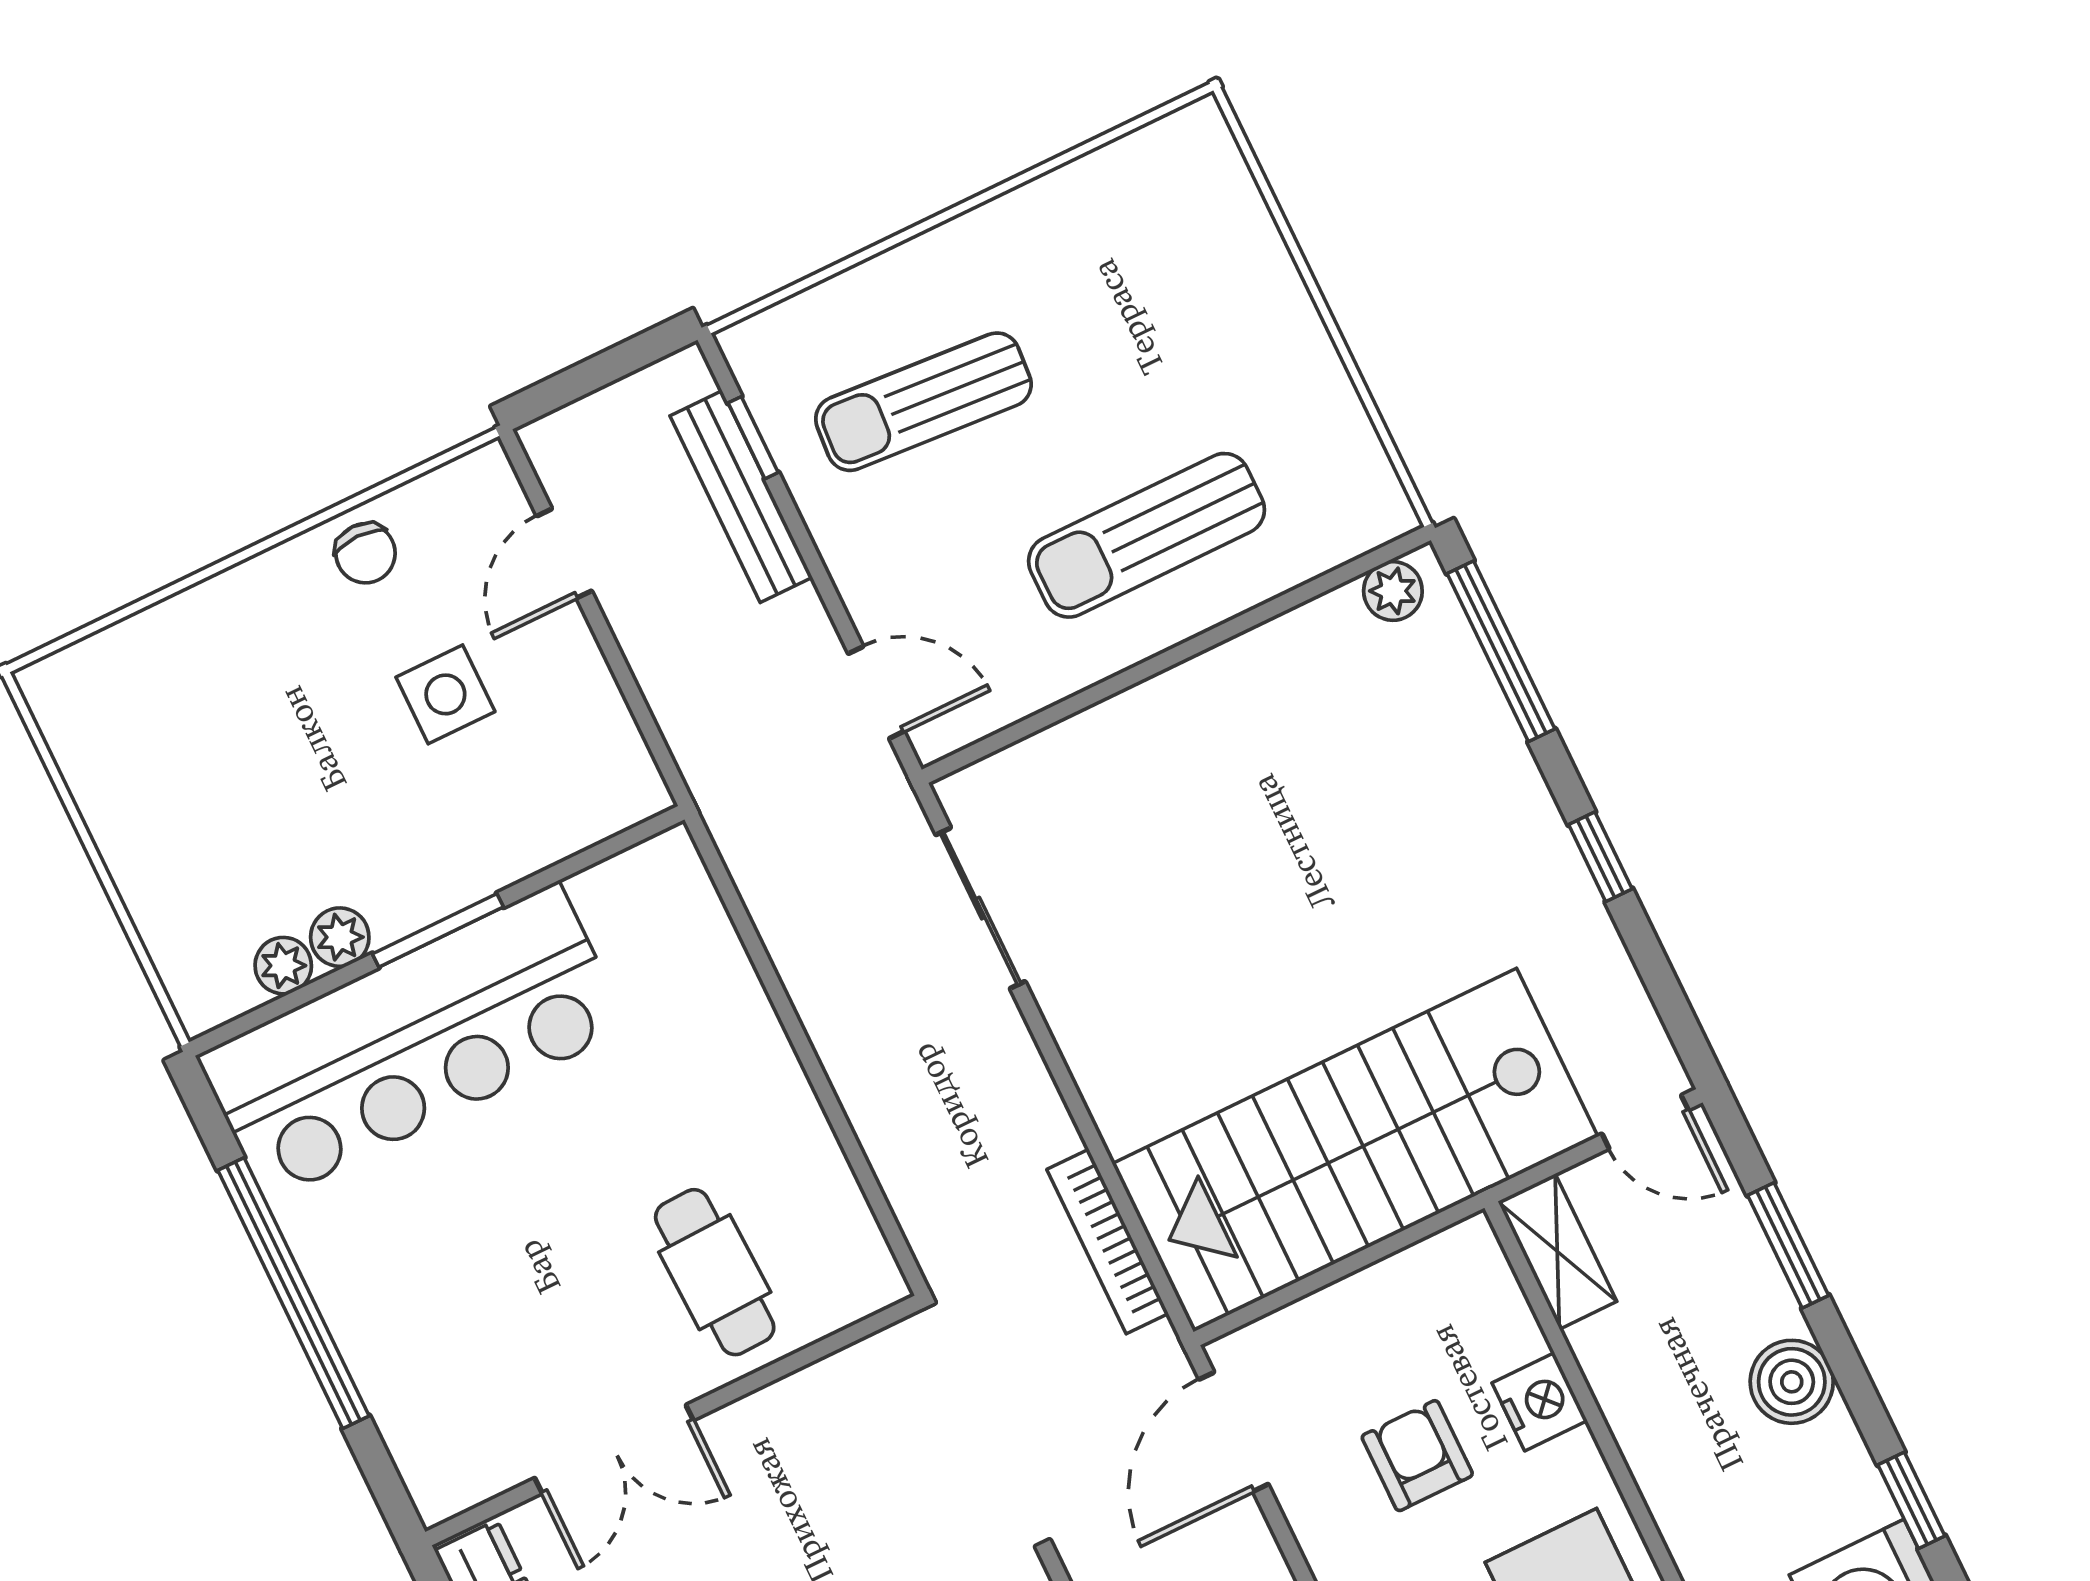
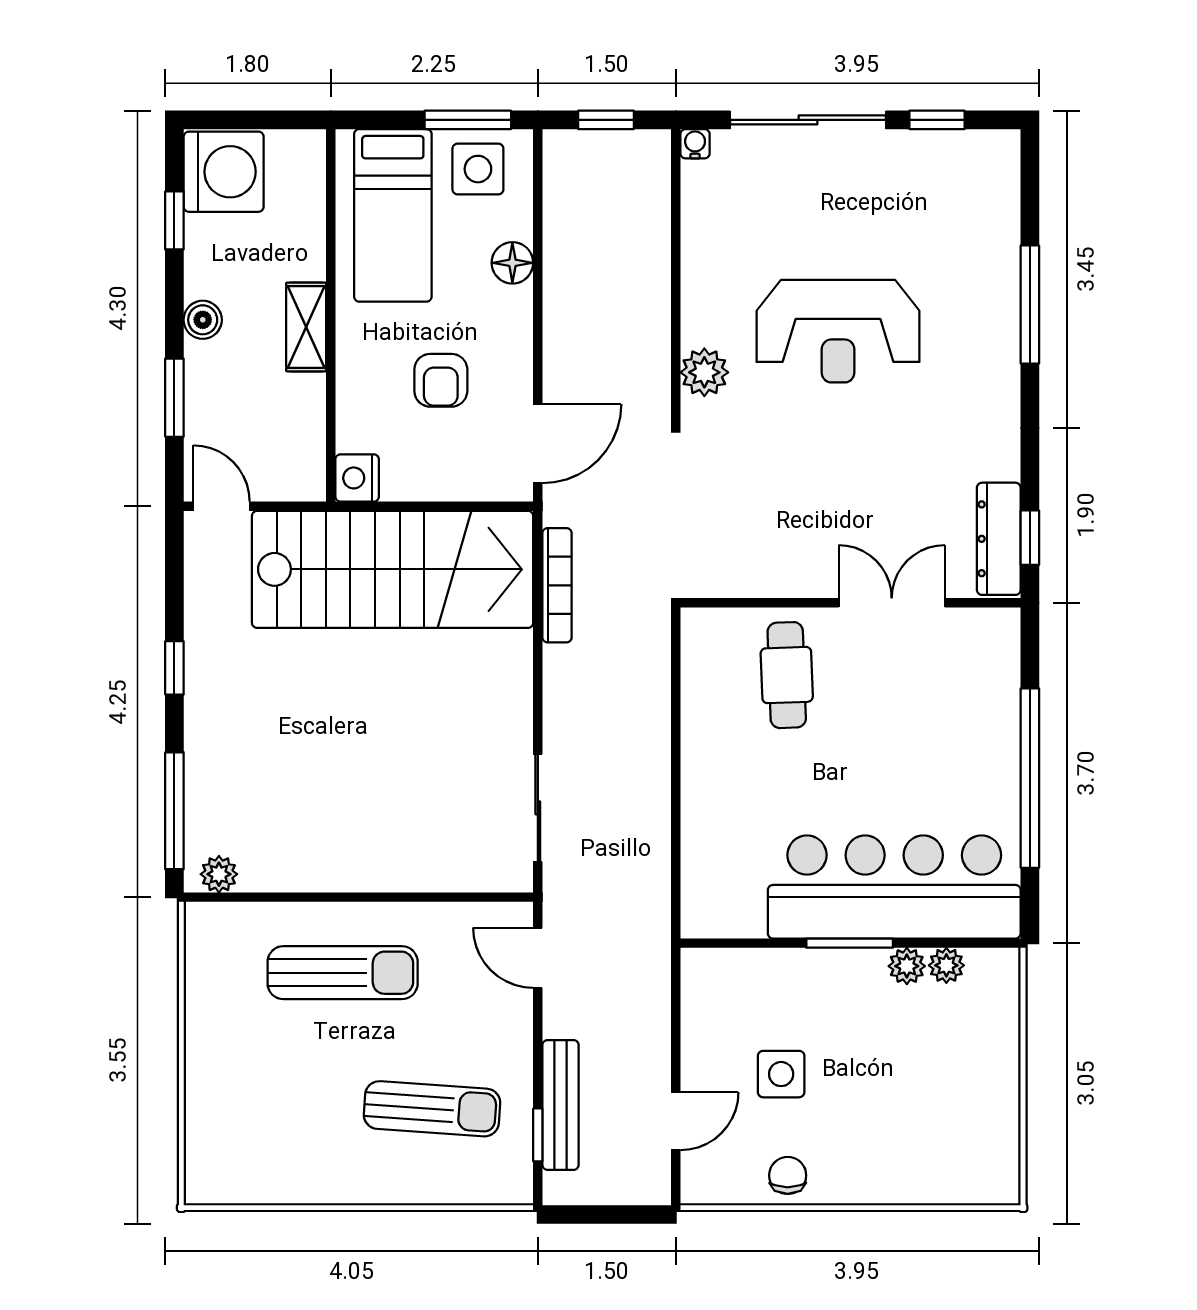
shelving: (1557, 1251) -> (306, 327), moved
boiler: (1792, 1382) -> (203, 320), width x0.73, depth x0.73
nightstand: (1540, 1402) -> (357, 478), moved

